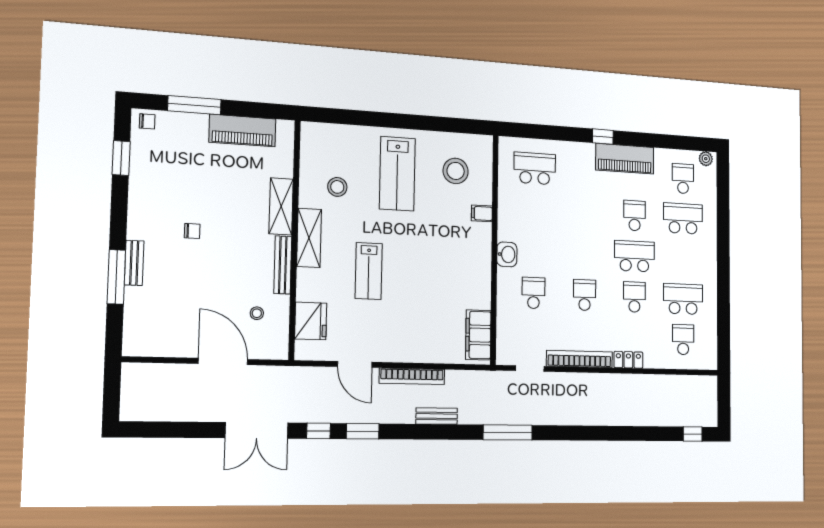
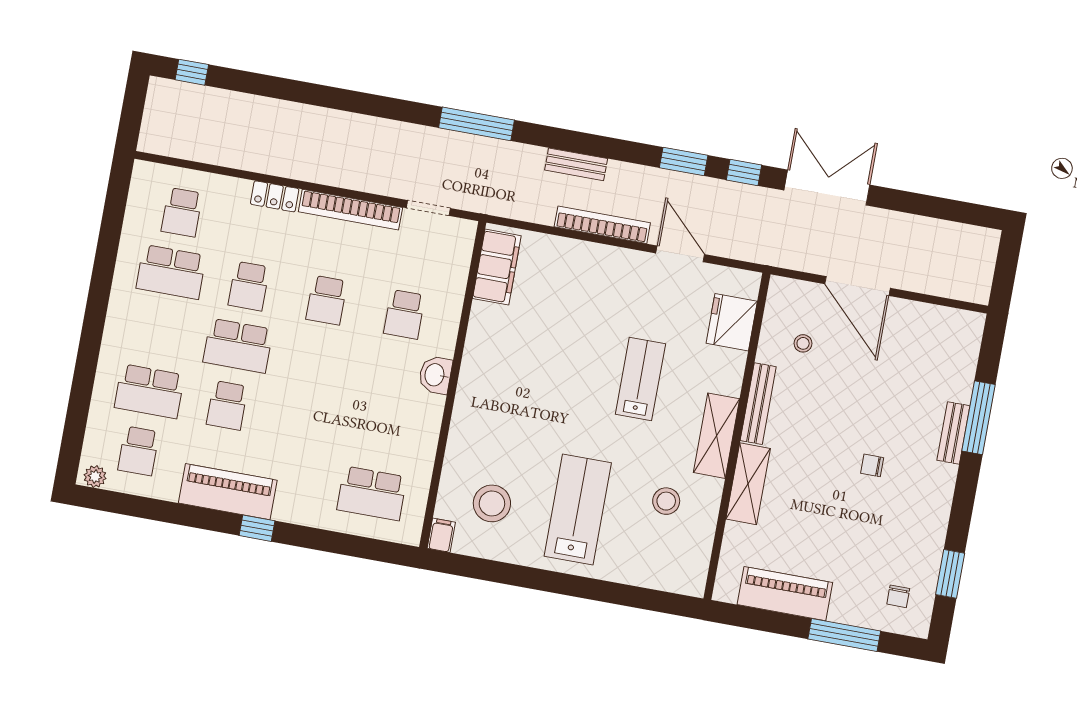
chair: (147, 121) -> (898, 596), moved, turned -90
filing cabinet: (482, 213) -> (441, 535), moved, turned -90

